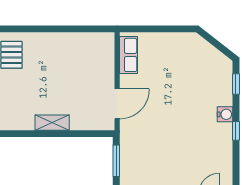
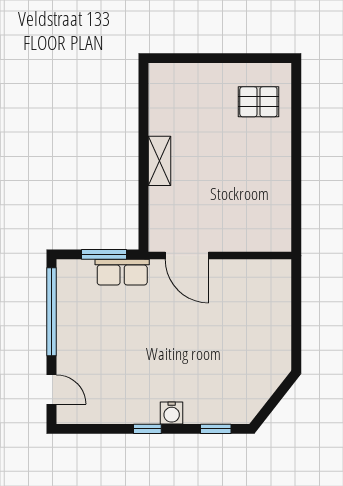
row of seats: (128, 55) -> (122, 272), moved

